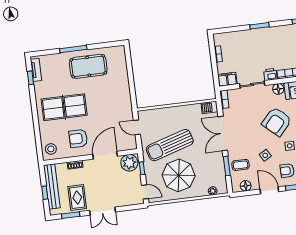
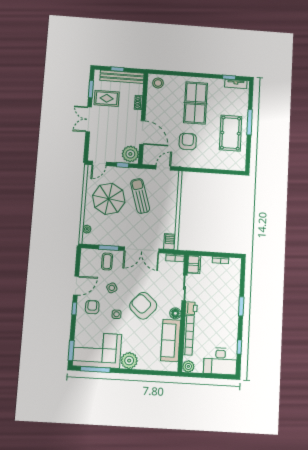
double door: (223, 133) -> (142, 250), swing flipped
armchair: (78, 138) -> (188, 141), moved
sun lounger: (170, 145) -> (140, 196), width x0.73, depth x0.75
floor lamp: (246, 186) -> (85, 263), removed

